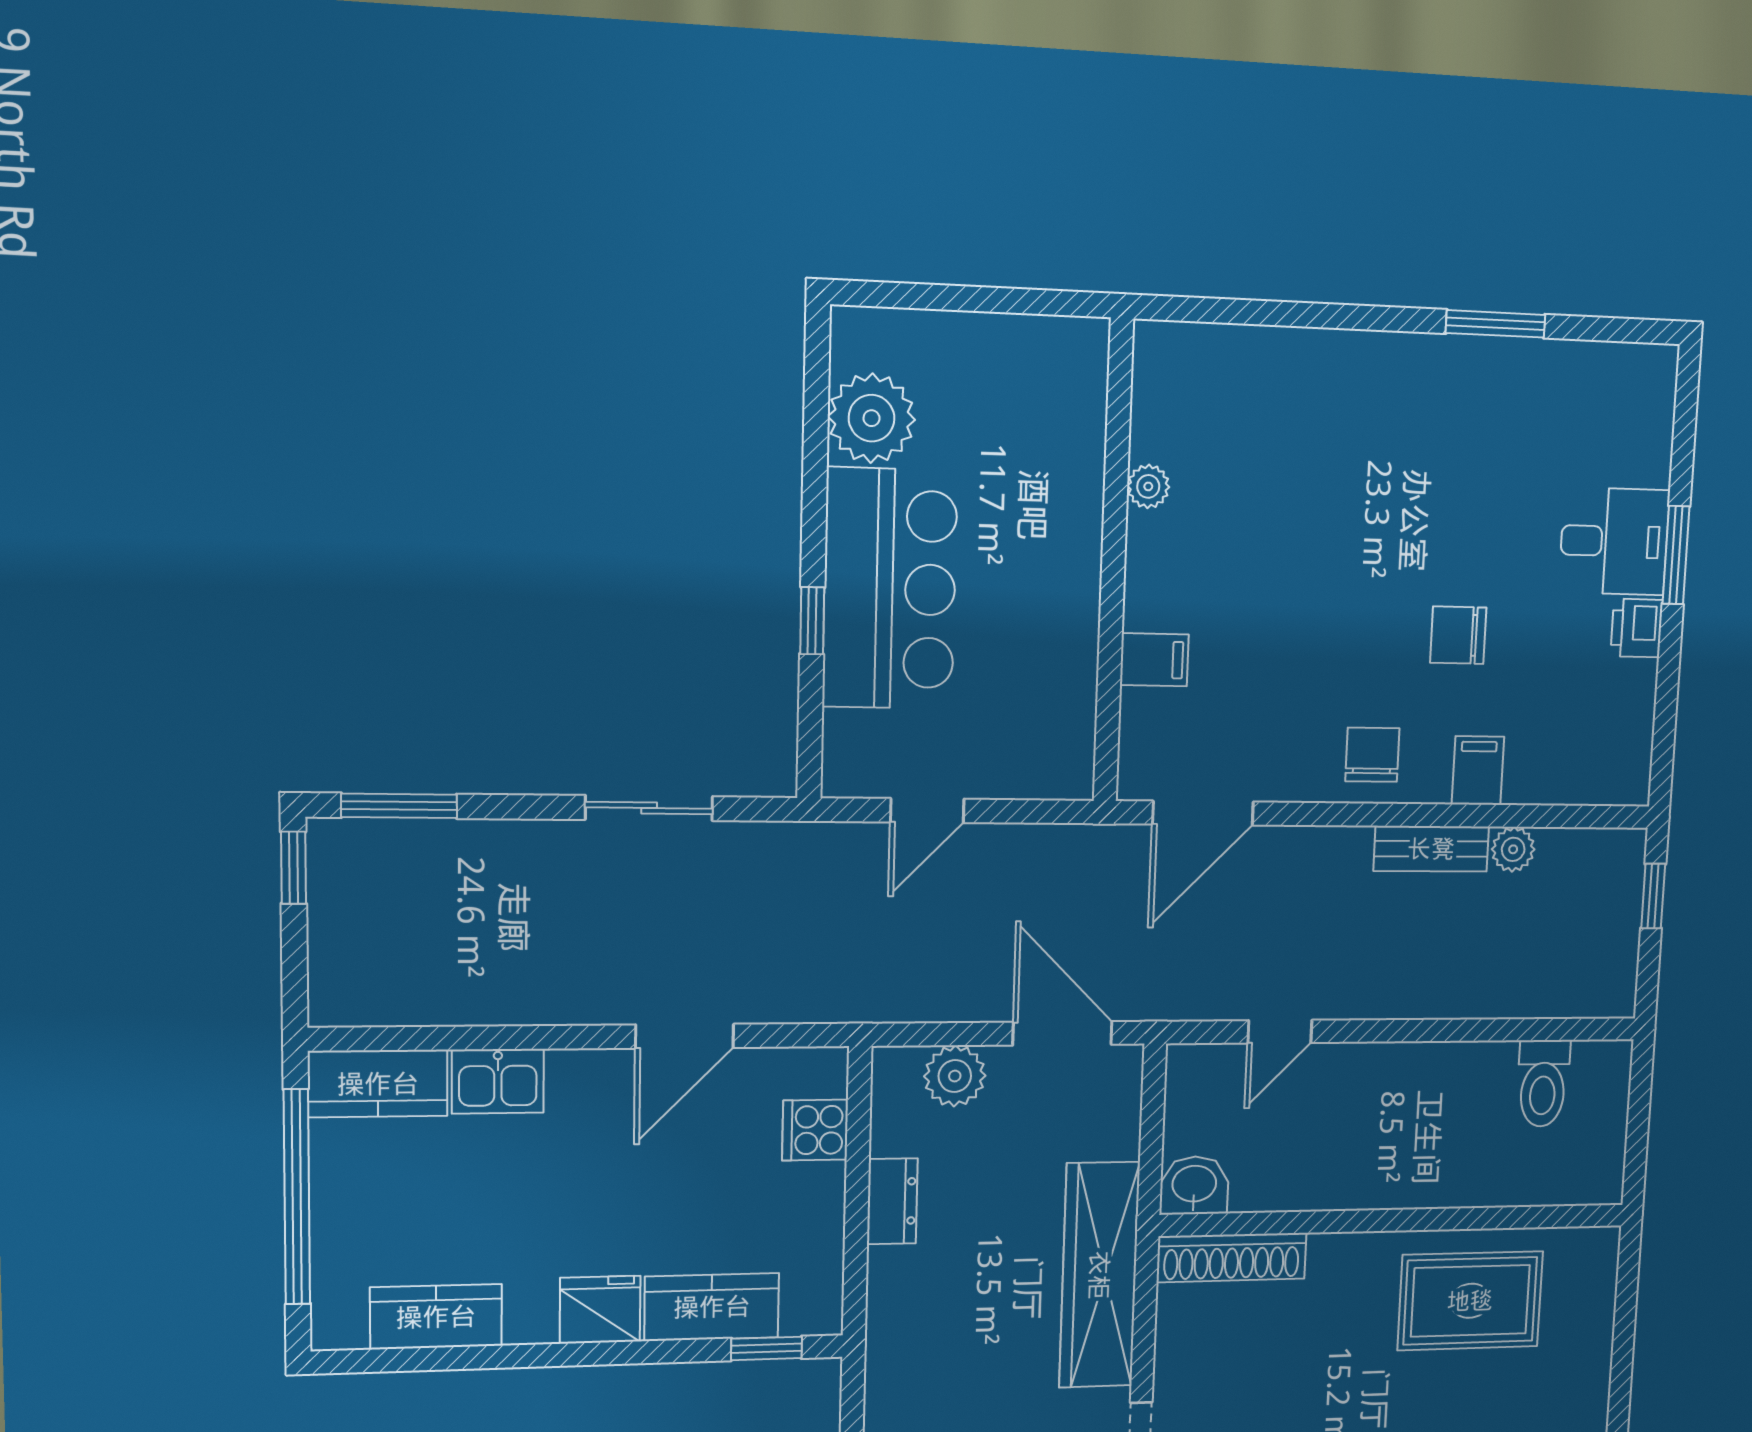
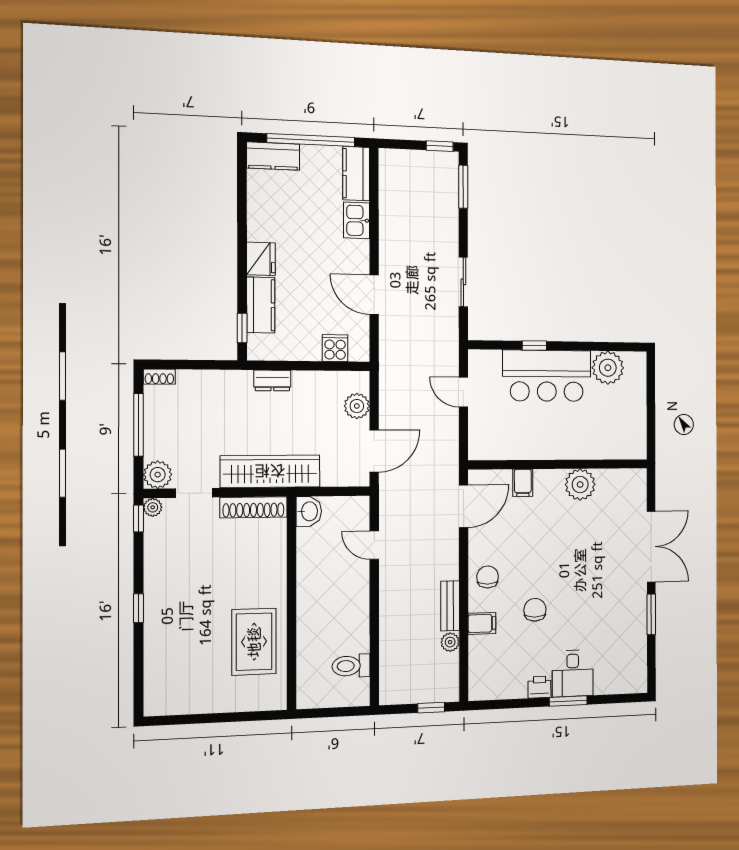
double door: (1330, 316) -> (651, 547), added
plant: (1148, 486) -> (580, 485), width x1.87, depth x1.87
chair: (1372, 755) -> (488, 577), turned -90
door: (1203, 813) -> (464, 506), swing flipped
dresser: (892, 1201) -> (272, 380), moved
shoe rack: (1232, 1258) -> (253, 507), moved, turned -90
kitchen counter: (436, 1317) -> (273, 156), moved, turned 90

